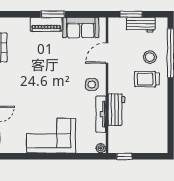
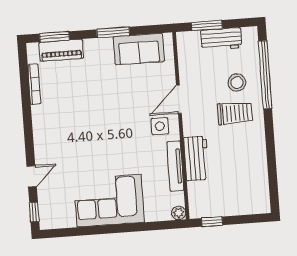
window: (20, 14) -> (54, 37), added
window: (53, 14) -> (113, 32), moved
piano: (46, 24) -> (61, 50), moved
door: (107, 53) -> (179, 99), moved
trolley: (147, 79) -> (235, 113), turned 180

